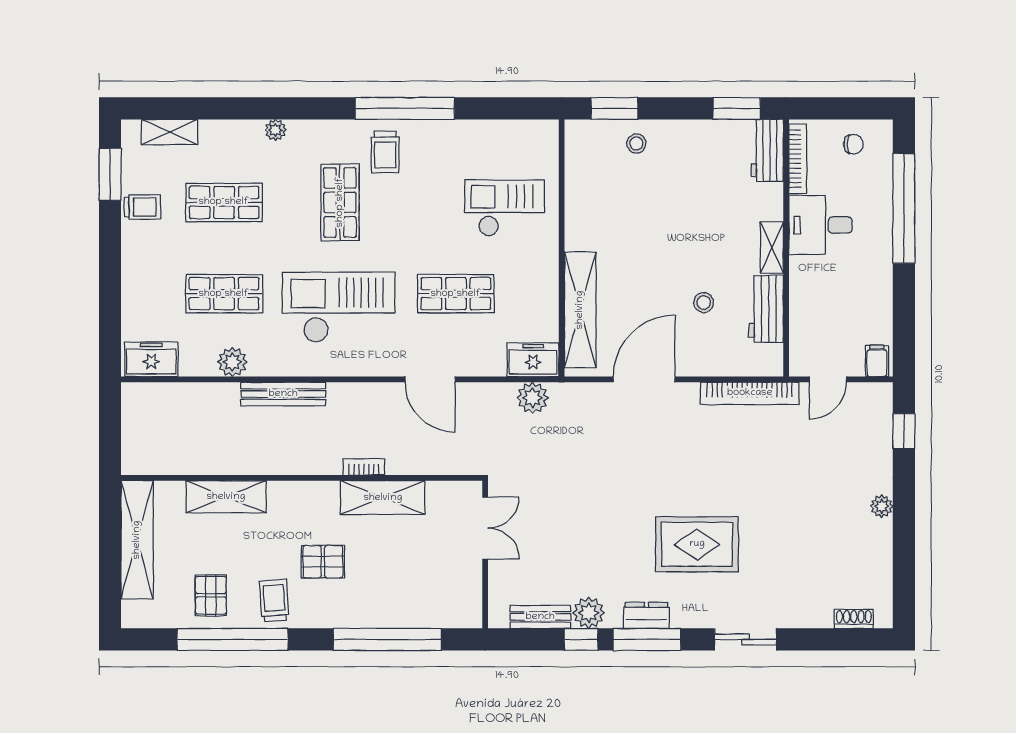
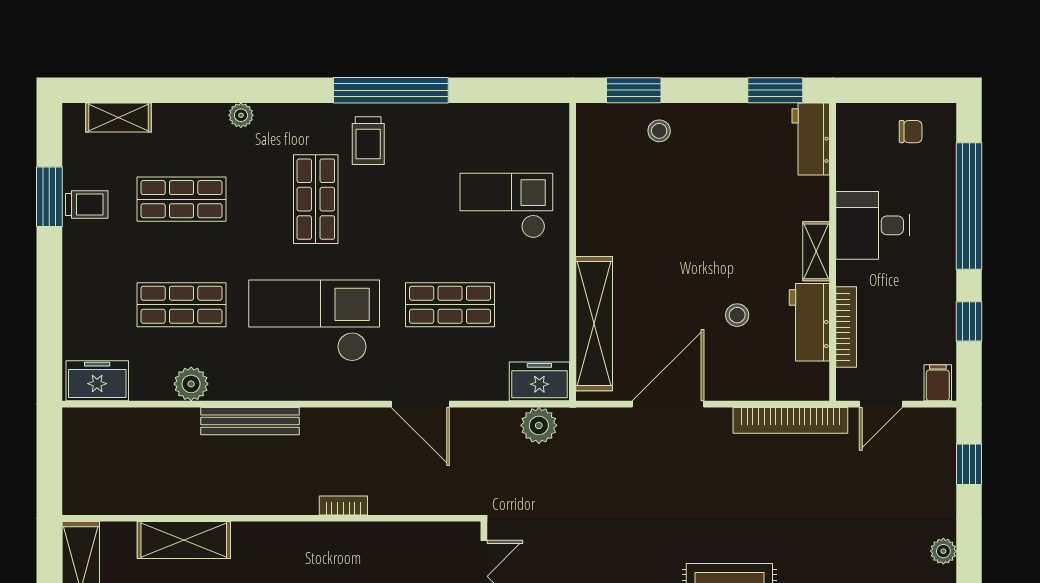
bookcase: (798, 159) -> (846, 327), moved
window: (110, 174) -> (49, 197), moved
window: (904, 308) -> (969, 321), added
shelving: (383, 498) -> (365, 541), removed

